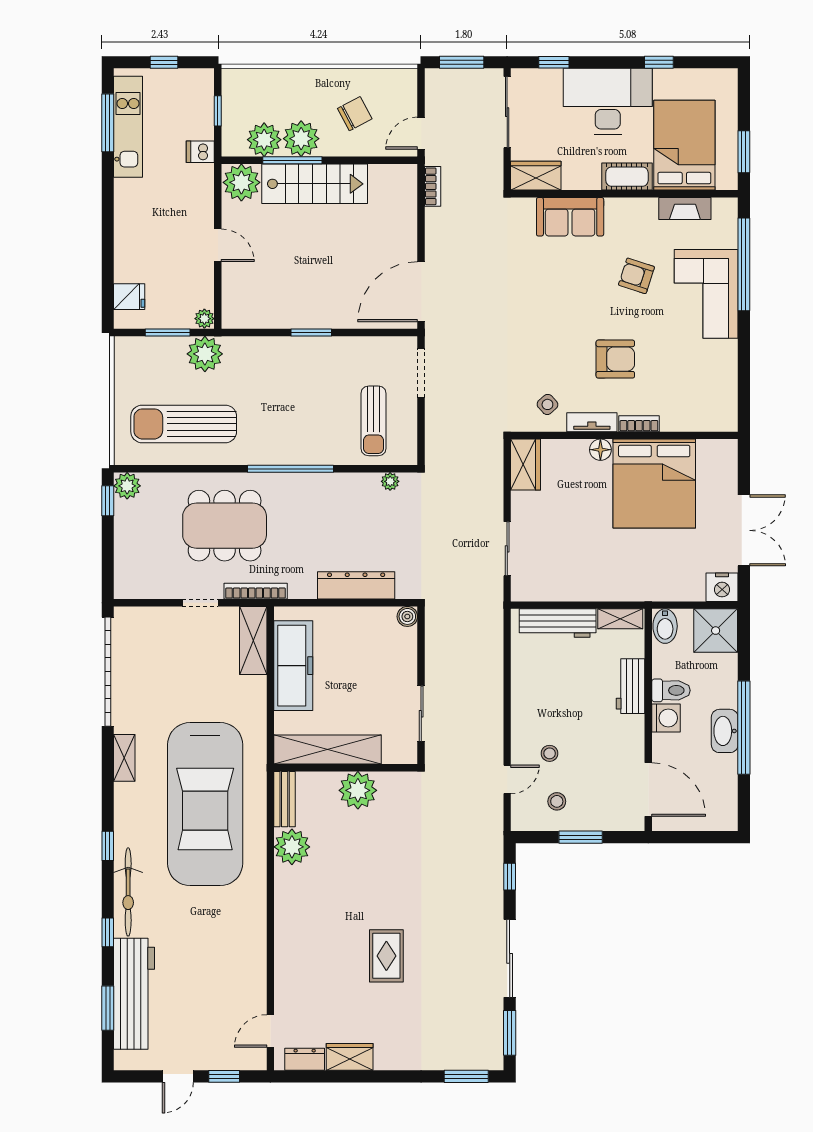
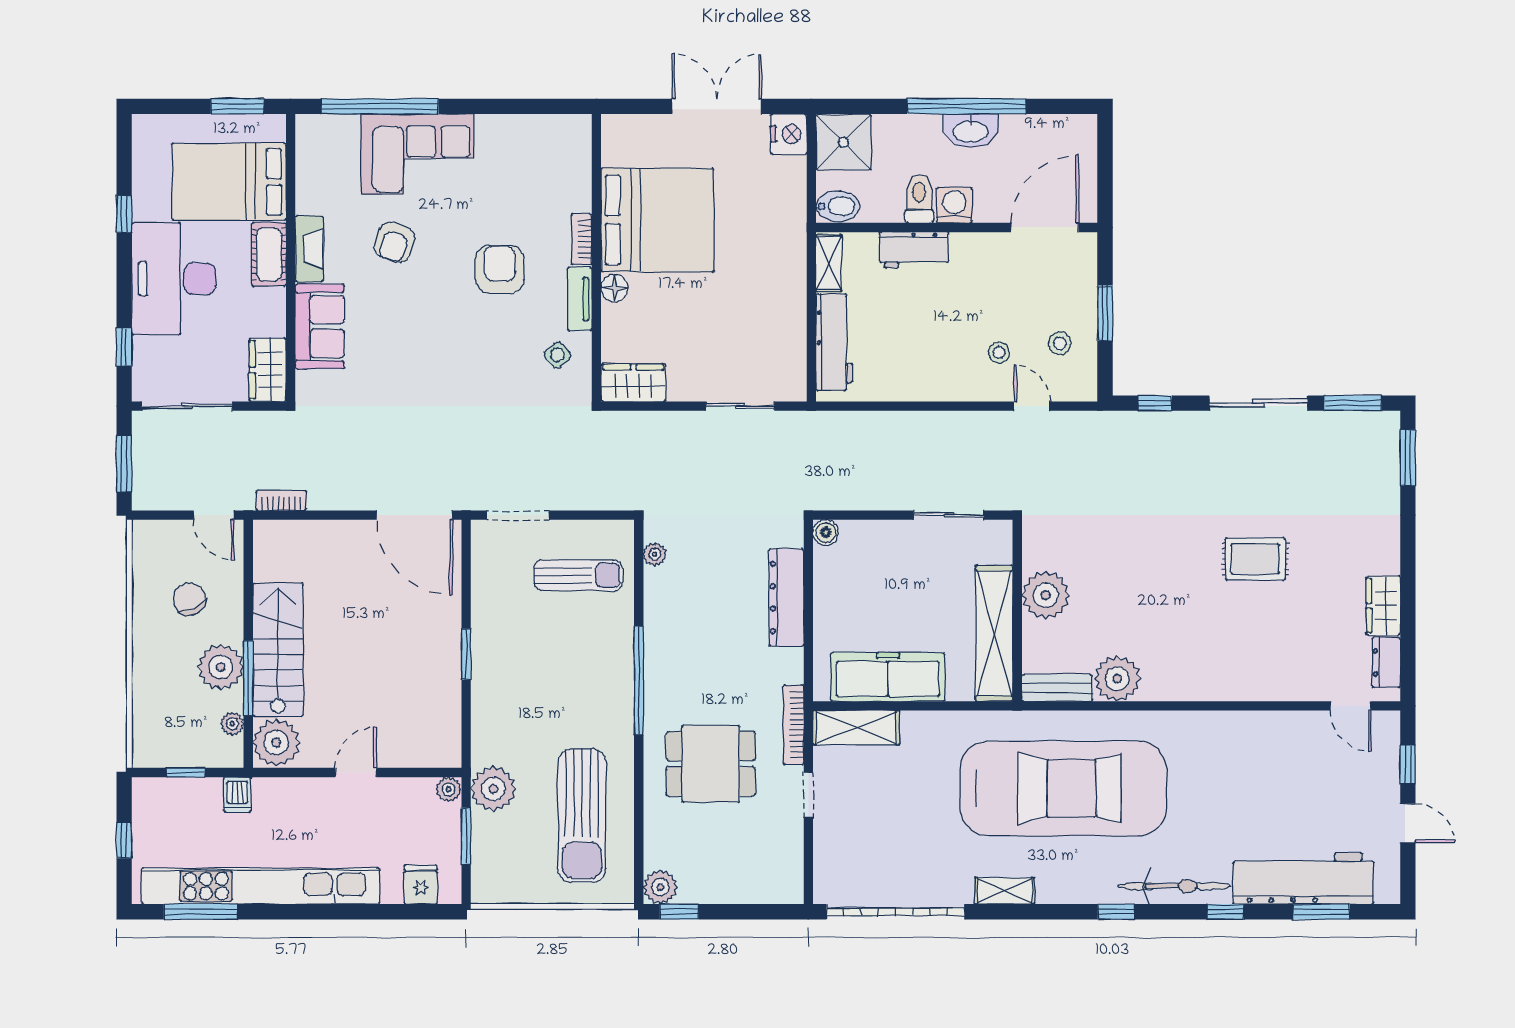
kitchen unit: (128, 127) -> (261, 886), width x1.86
plant: (264, 140) -> (232, 724), width x0.53, depth x0.53
fireplace: (685, 208) -> (309, 249), moved
dining table: (225, 526) -> (711, 764), width x0.73

